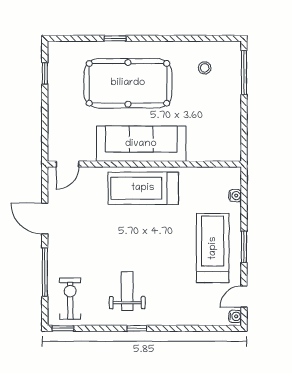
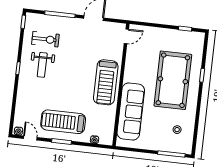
sofa: (141, 144) -> (131, 112), moved
door: (67, 164) -> (126, 36), swing flipped
treadmill: (143, 188) -> (106, 82), turned 180
treadmill: (213, 248) -> (63, 122), turned 180
weight bench: (127, 291) -> (42, 65), turned 90
exercise bike: (70, 299) -> (45, 39), moved

